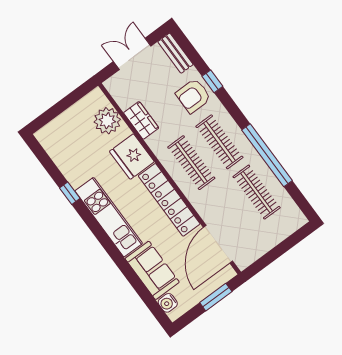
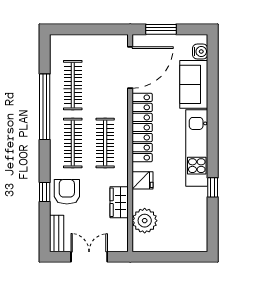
double door: (132, 54) -> (89, 257), swing flipped
armchair: (193, 96) -> (67, 192), turned -90
fridge: (132, 157) -> (143, 180), width x0.53, depth x0.75

